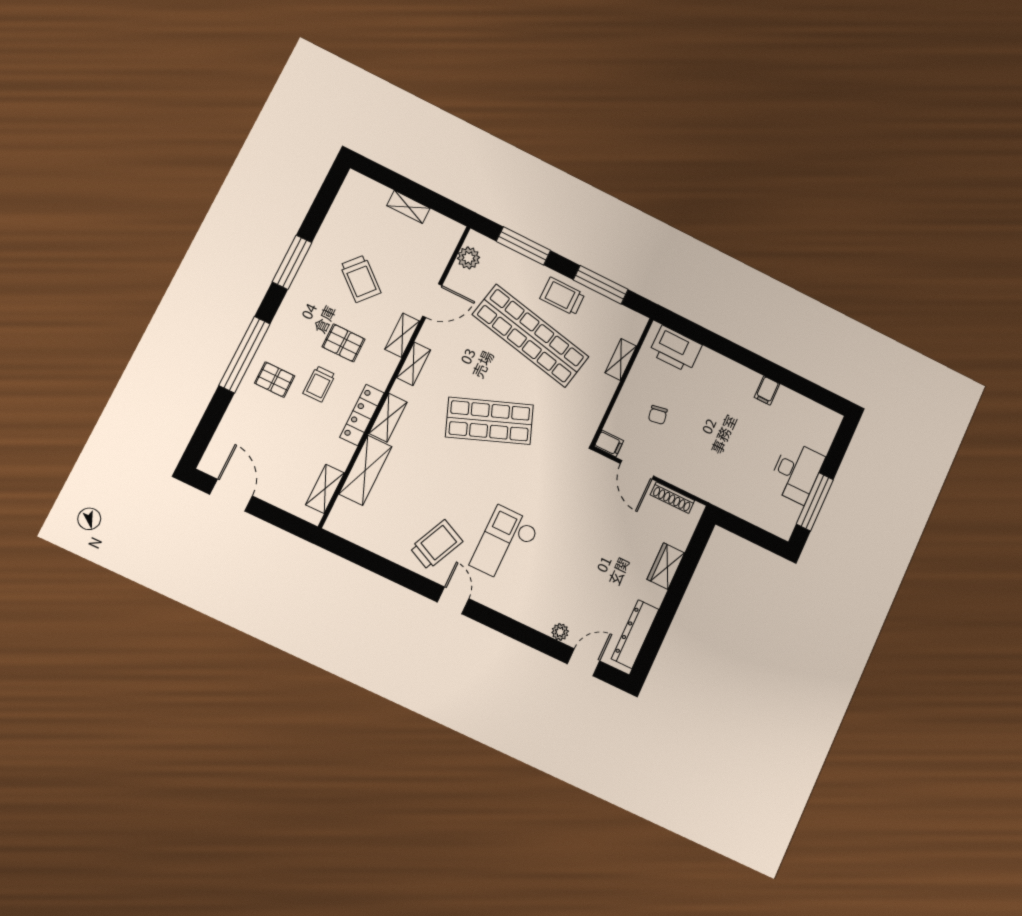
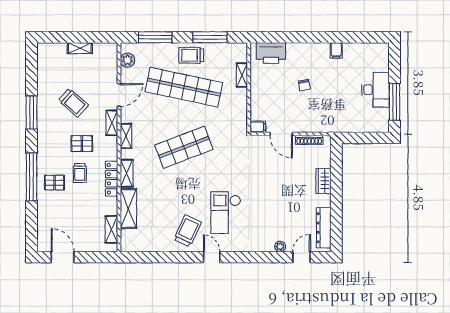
chair: (658, 415) -> (304, 85), moved

